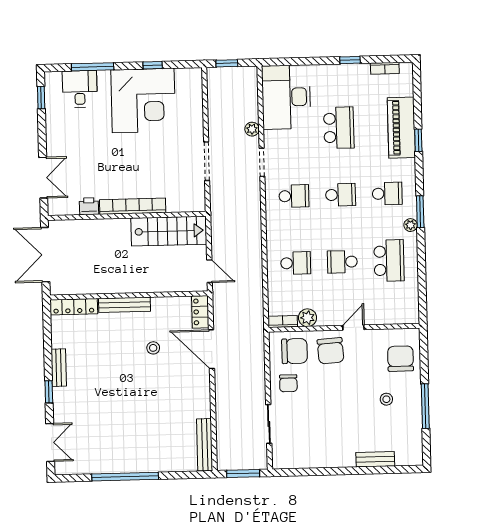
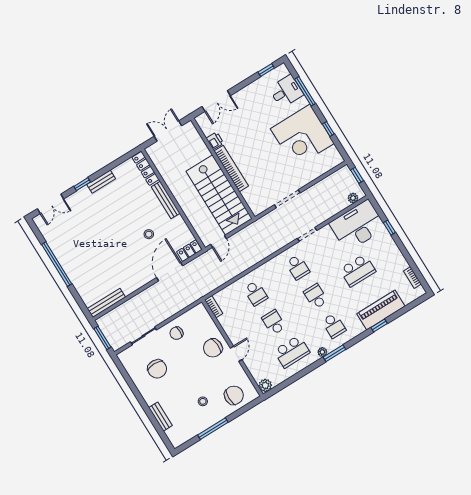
window: (350, 60) -> (389, 228), moved
plant: (252, 129) -> (353, 198), moved
school desk: (341, 195) -> (316, 296), turned 180
stairs: (169, 231) -> (219, 195), width x1.36, depth x1.51
double door: (45, 255) -> (168, 131), width x0.73
plant: (308, 318) -> (265, 385), moved
door: (353, 328) -> (236, 354), hinge flipped
chair: (294, 351) -> (157, 369), moved

